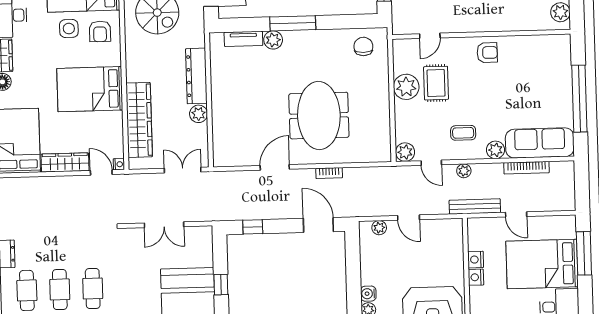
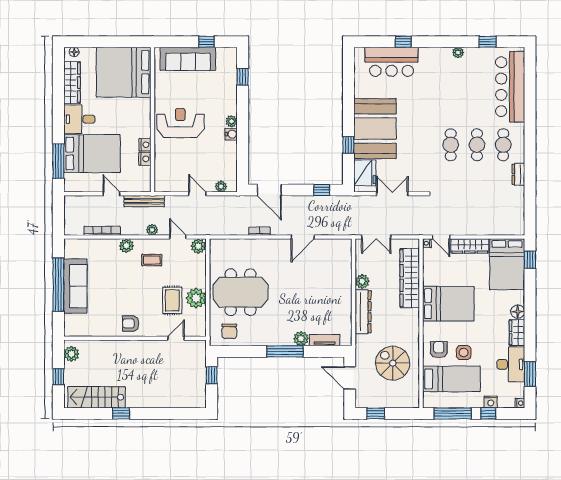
meeting table: (319, 116) -> (240, 292), moved, turned 90
sofa: (540, 143) -> (75, 286), moved, turned -90
fridge: (199, 250) -> (365, 173), added

